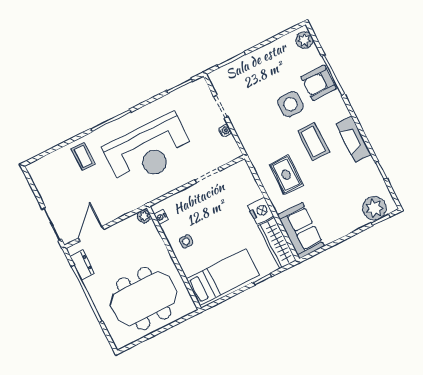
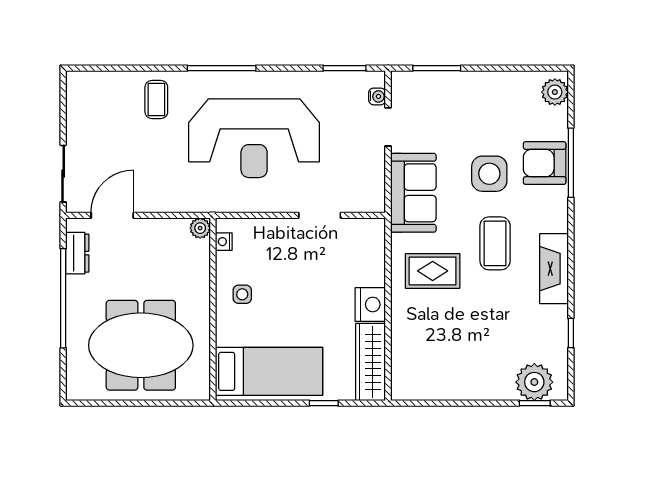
water cooler: (225, 131) -> (377, 96), moved
rug: (286, 175) -> (433, 271), turned 90
sofa: (301, 231) -> (413, 193), moved

